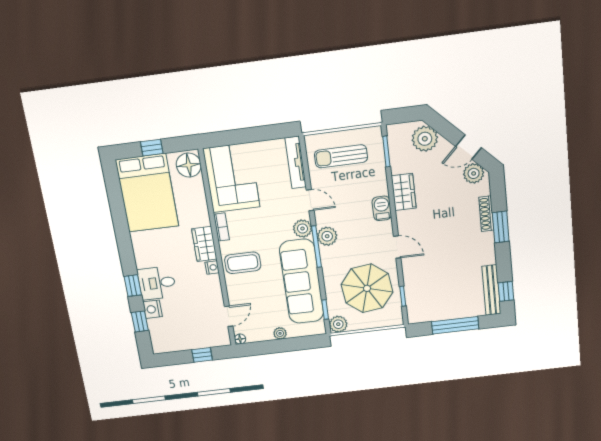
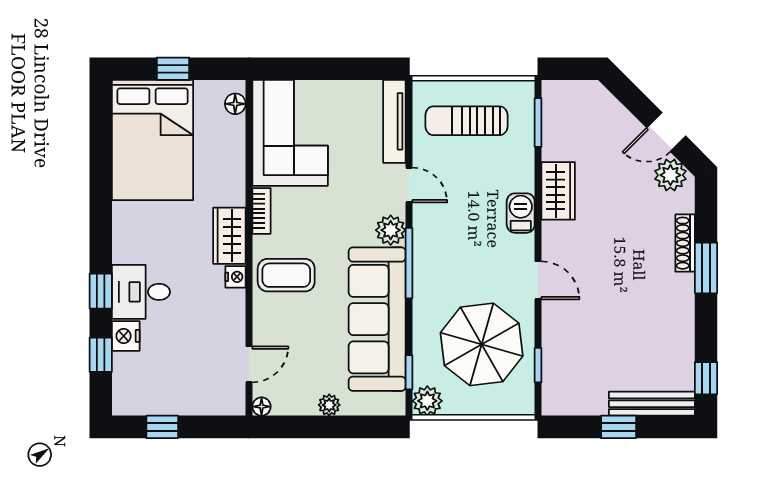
plant: (425, 139) -> (600, 110), removed
floor lamp: (189, 165) -> (235, 104), width x0.53, depth x0.53
plant: (327, 236) -> (428, 248), removed
bench: (491, 290) -> (652, 404), moved, turned 90
window: (455, 325) -> (619, 427), width x0.46
window: (202, 355) -> (162, 427), moved

